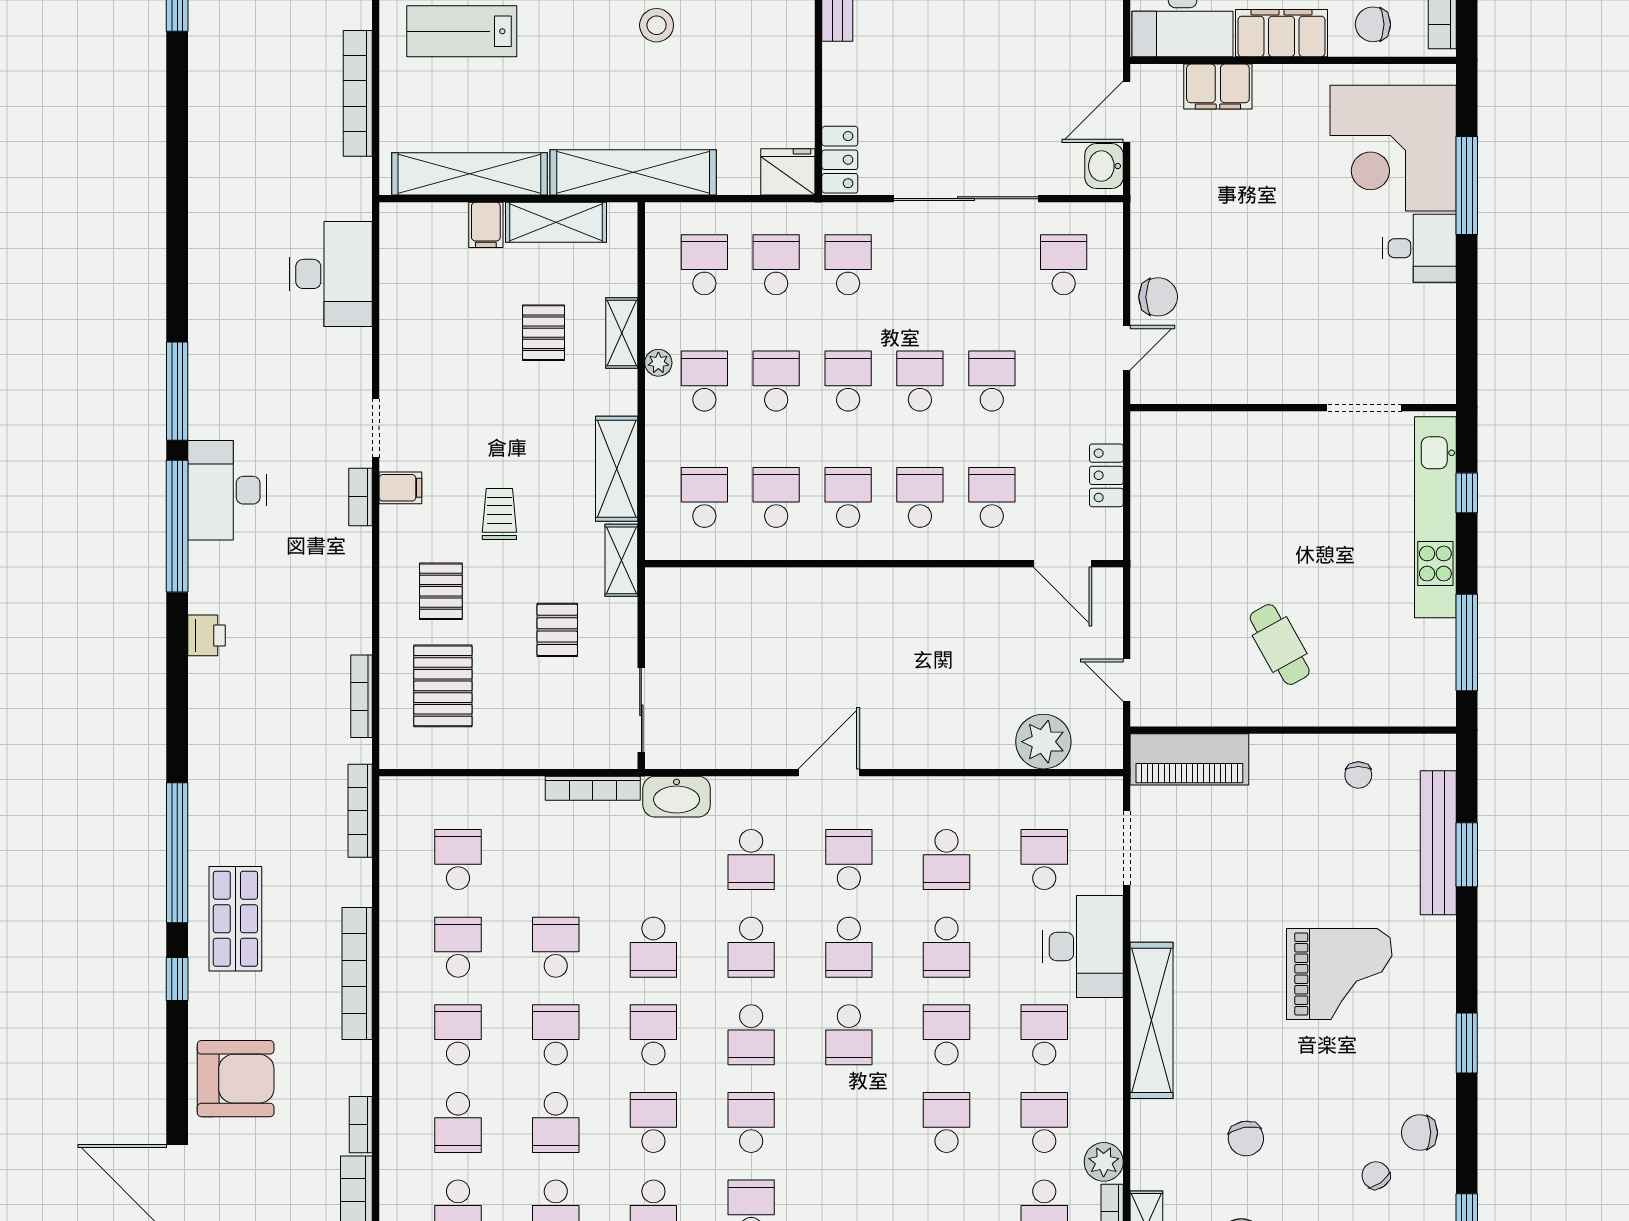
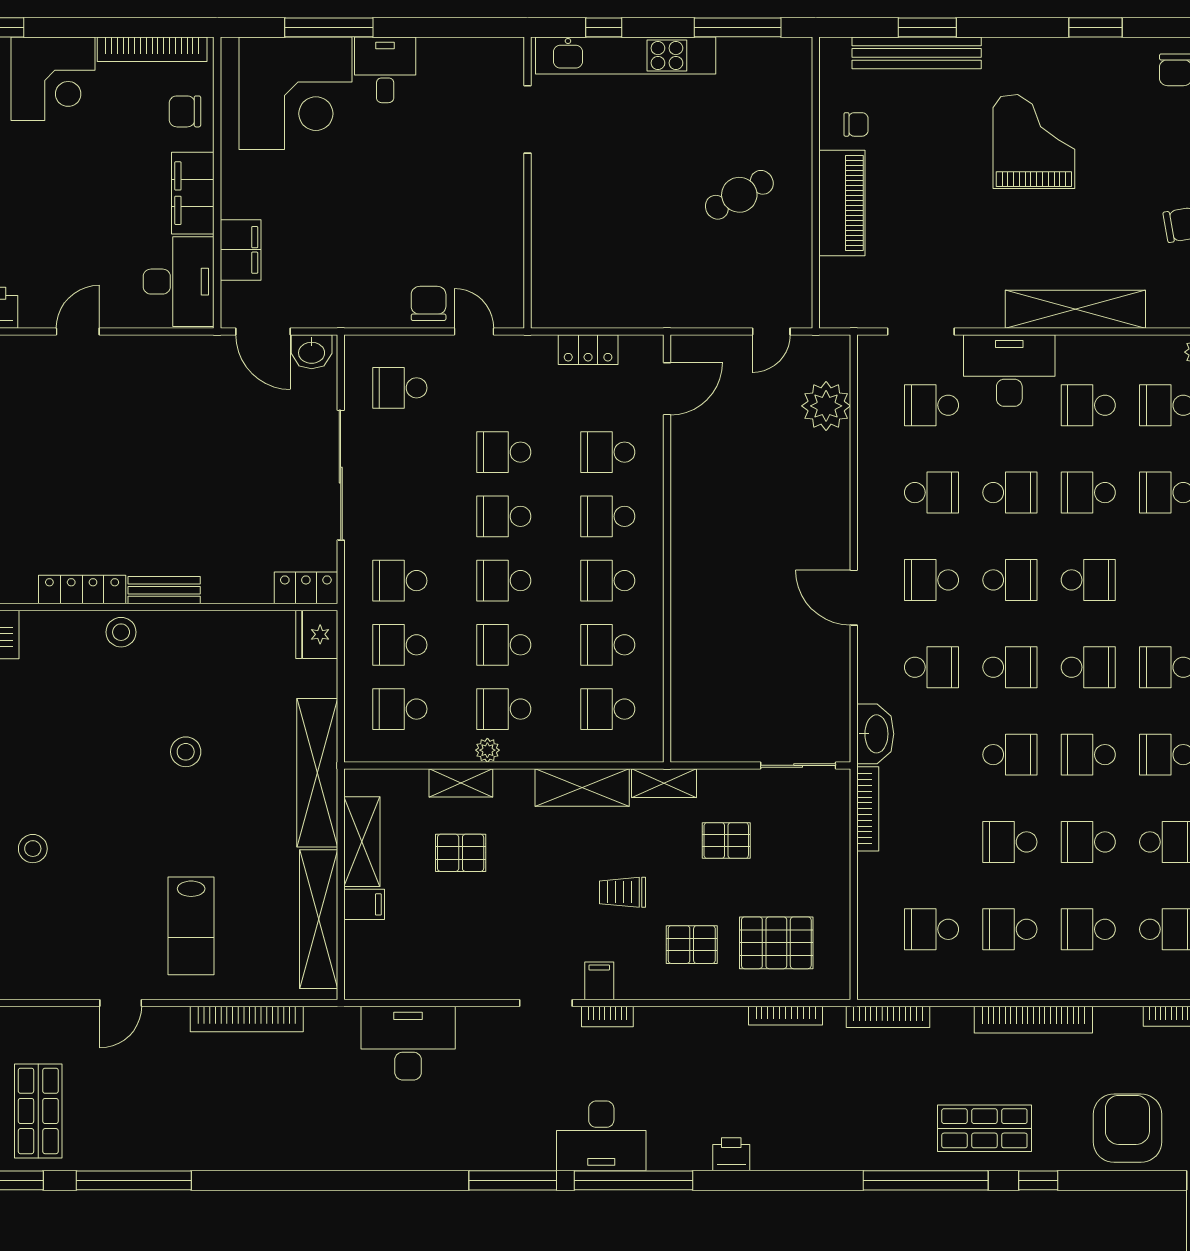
chair: (1373, 24) -> (185, 111), turned 90
piano: (1189, 759) -> (842, 203), moved

